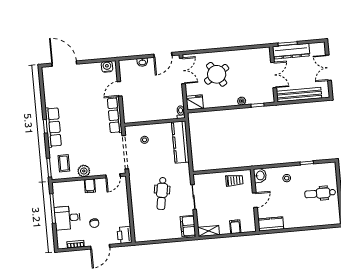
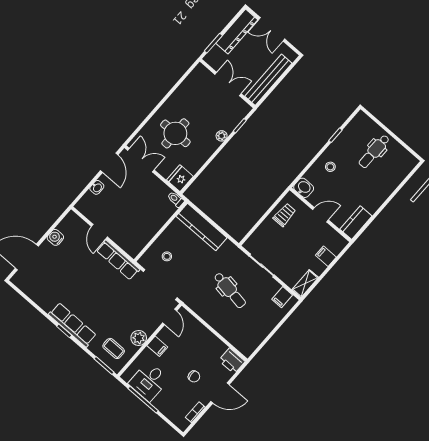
dresser: (291, 51) -> (237, 31), moved
water cooler: (107, 67) -> (55, 237), moved
round table: (217, 74) -> (175, 133), turned 32
door: (255, 200) -> (321, 215), hinge flipped
desk: (67, 218) -> (149, 381), moved
filing cabinet: (188, 226) -> (282, 297), width x0.50
door: (100, 247) -> (220, 393), hinge flipped

